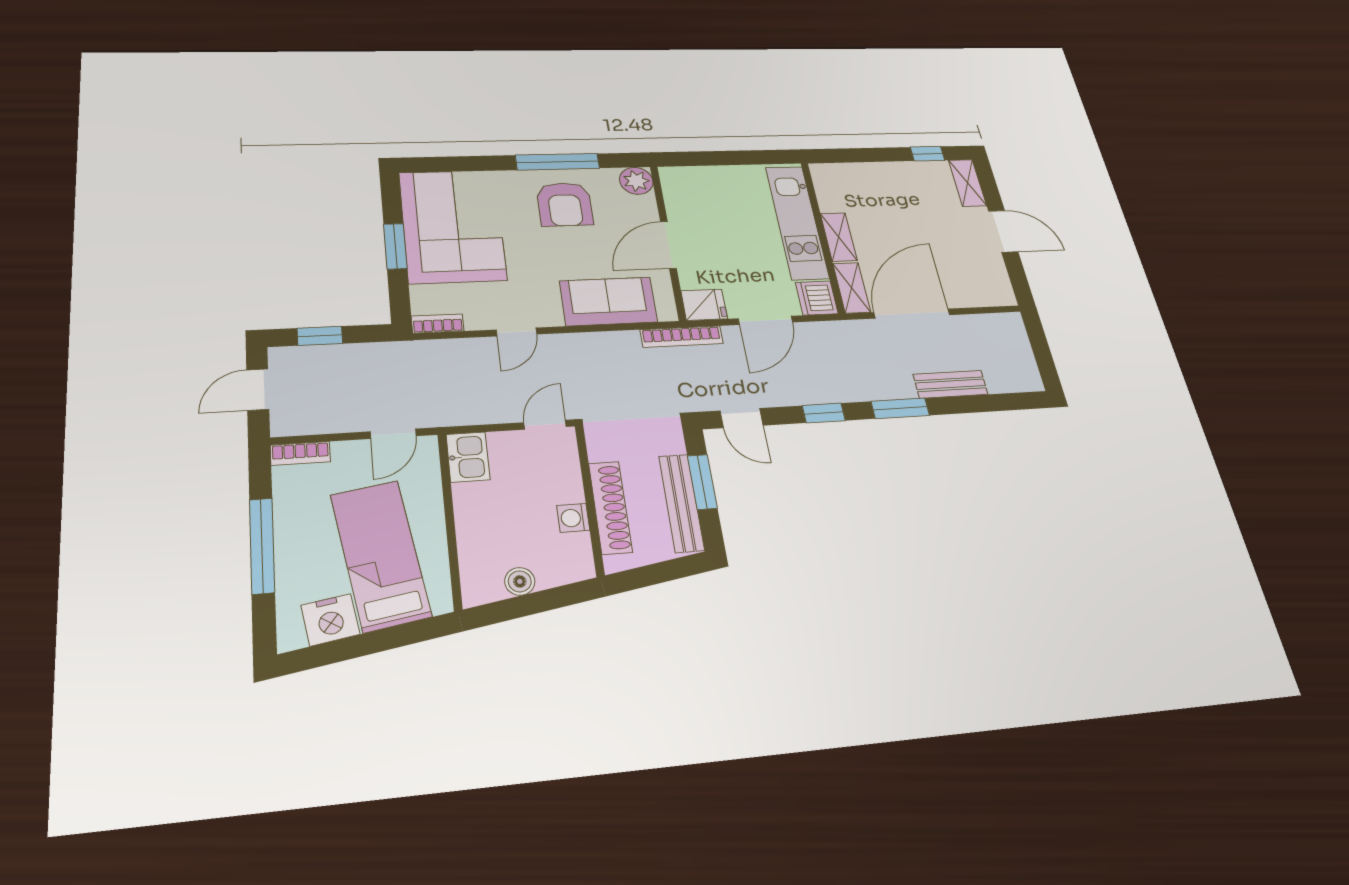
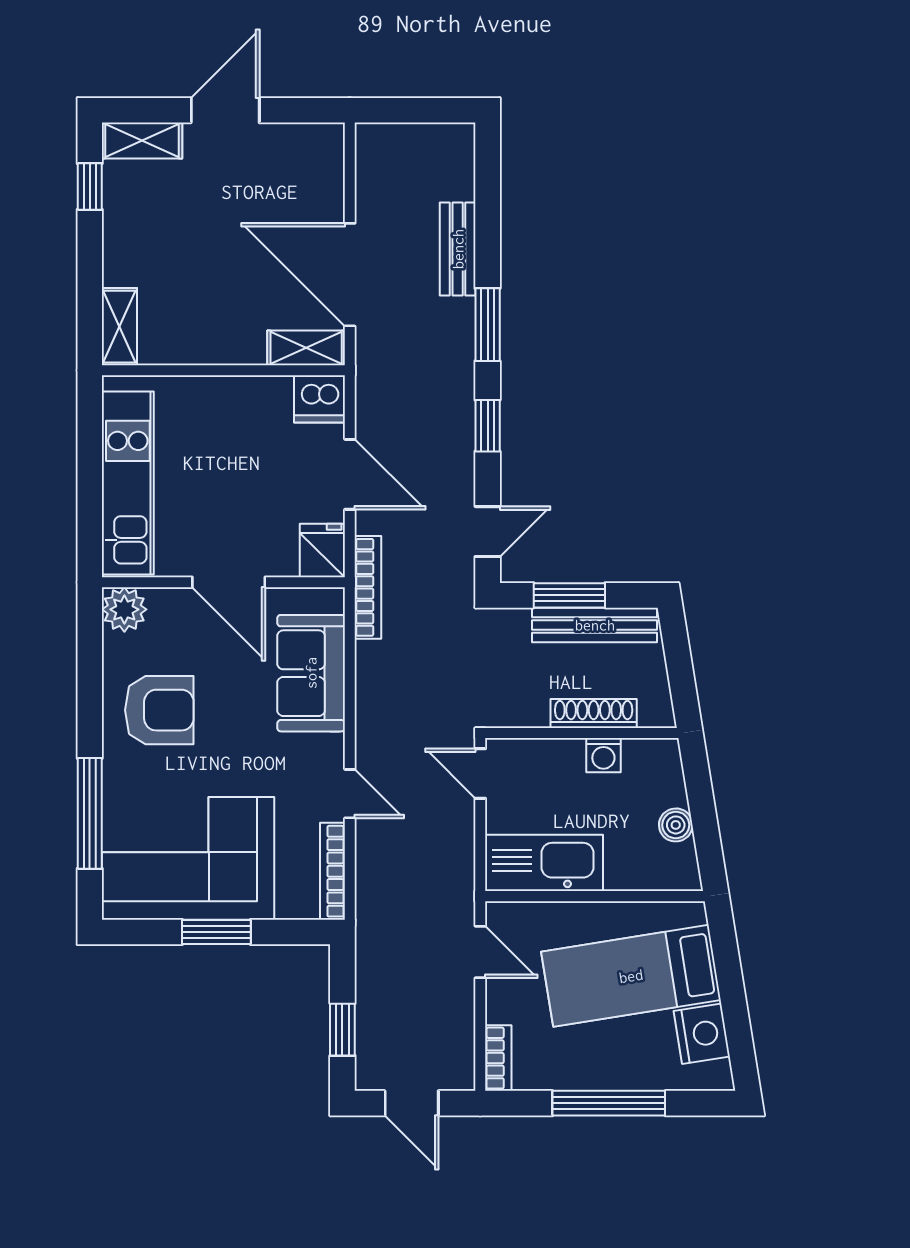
window: (557, 162) -> (90, 813), moved
kitchen unit: (797, 222) -> (128, 483), moved, turned -90
shelving: (839, 237) -> (119, 327), moved, turned 90
bookcase: (438, 323) -> (332, 871), width x1.56
kitchen sink: (468, 457) -> (544, 863), width x1.87, depth x1.24
shoe rack: (610, 507) -> (594, 714), width x0.74, depth x0.81

